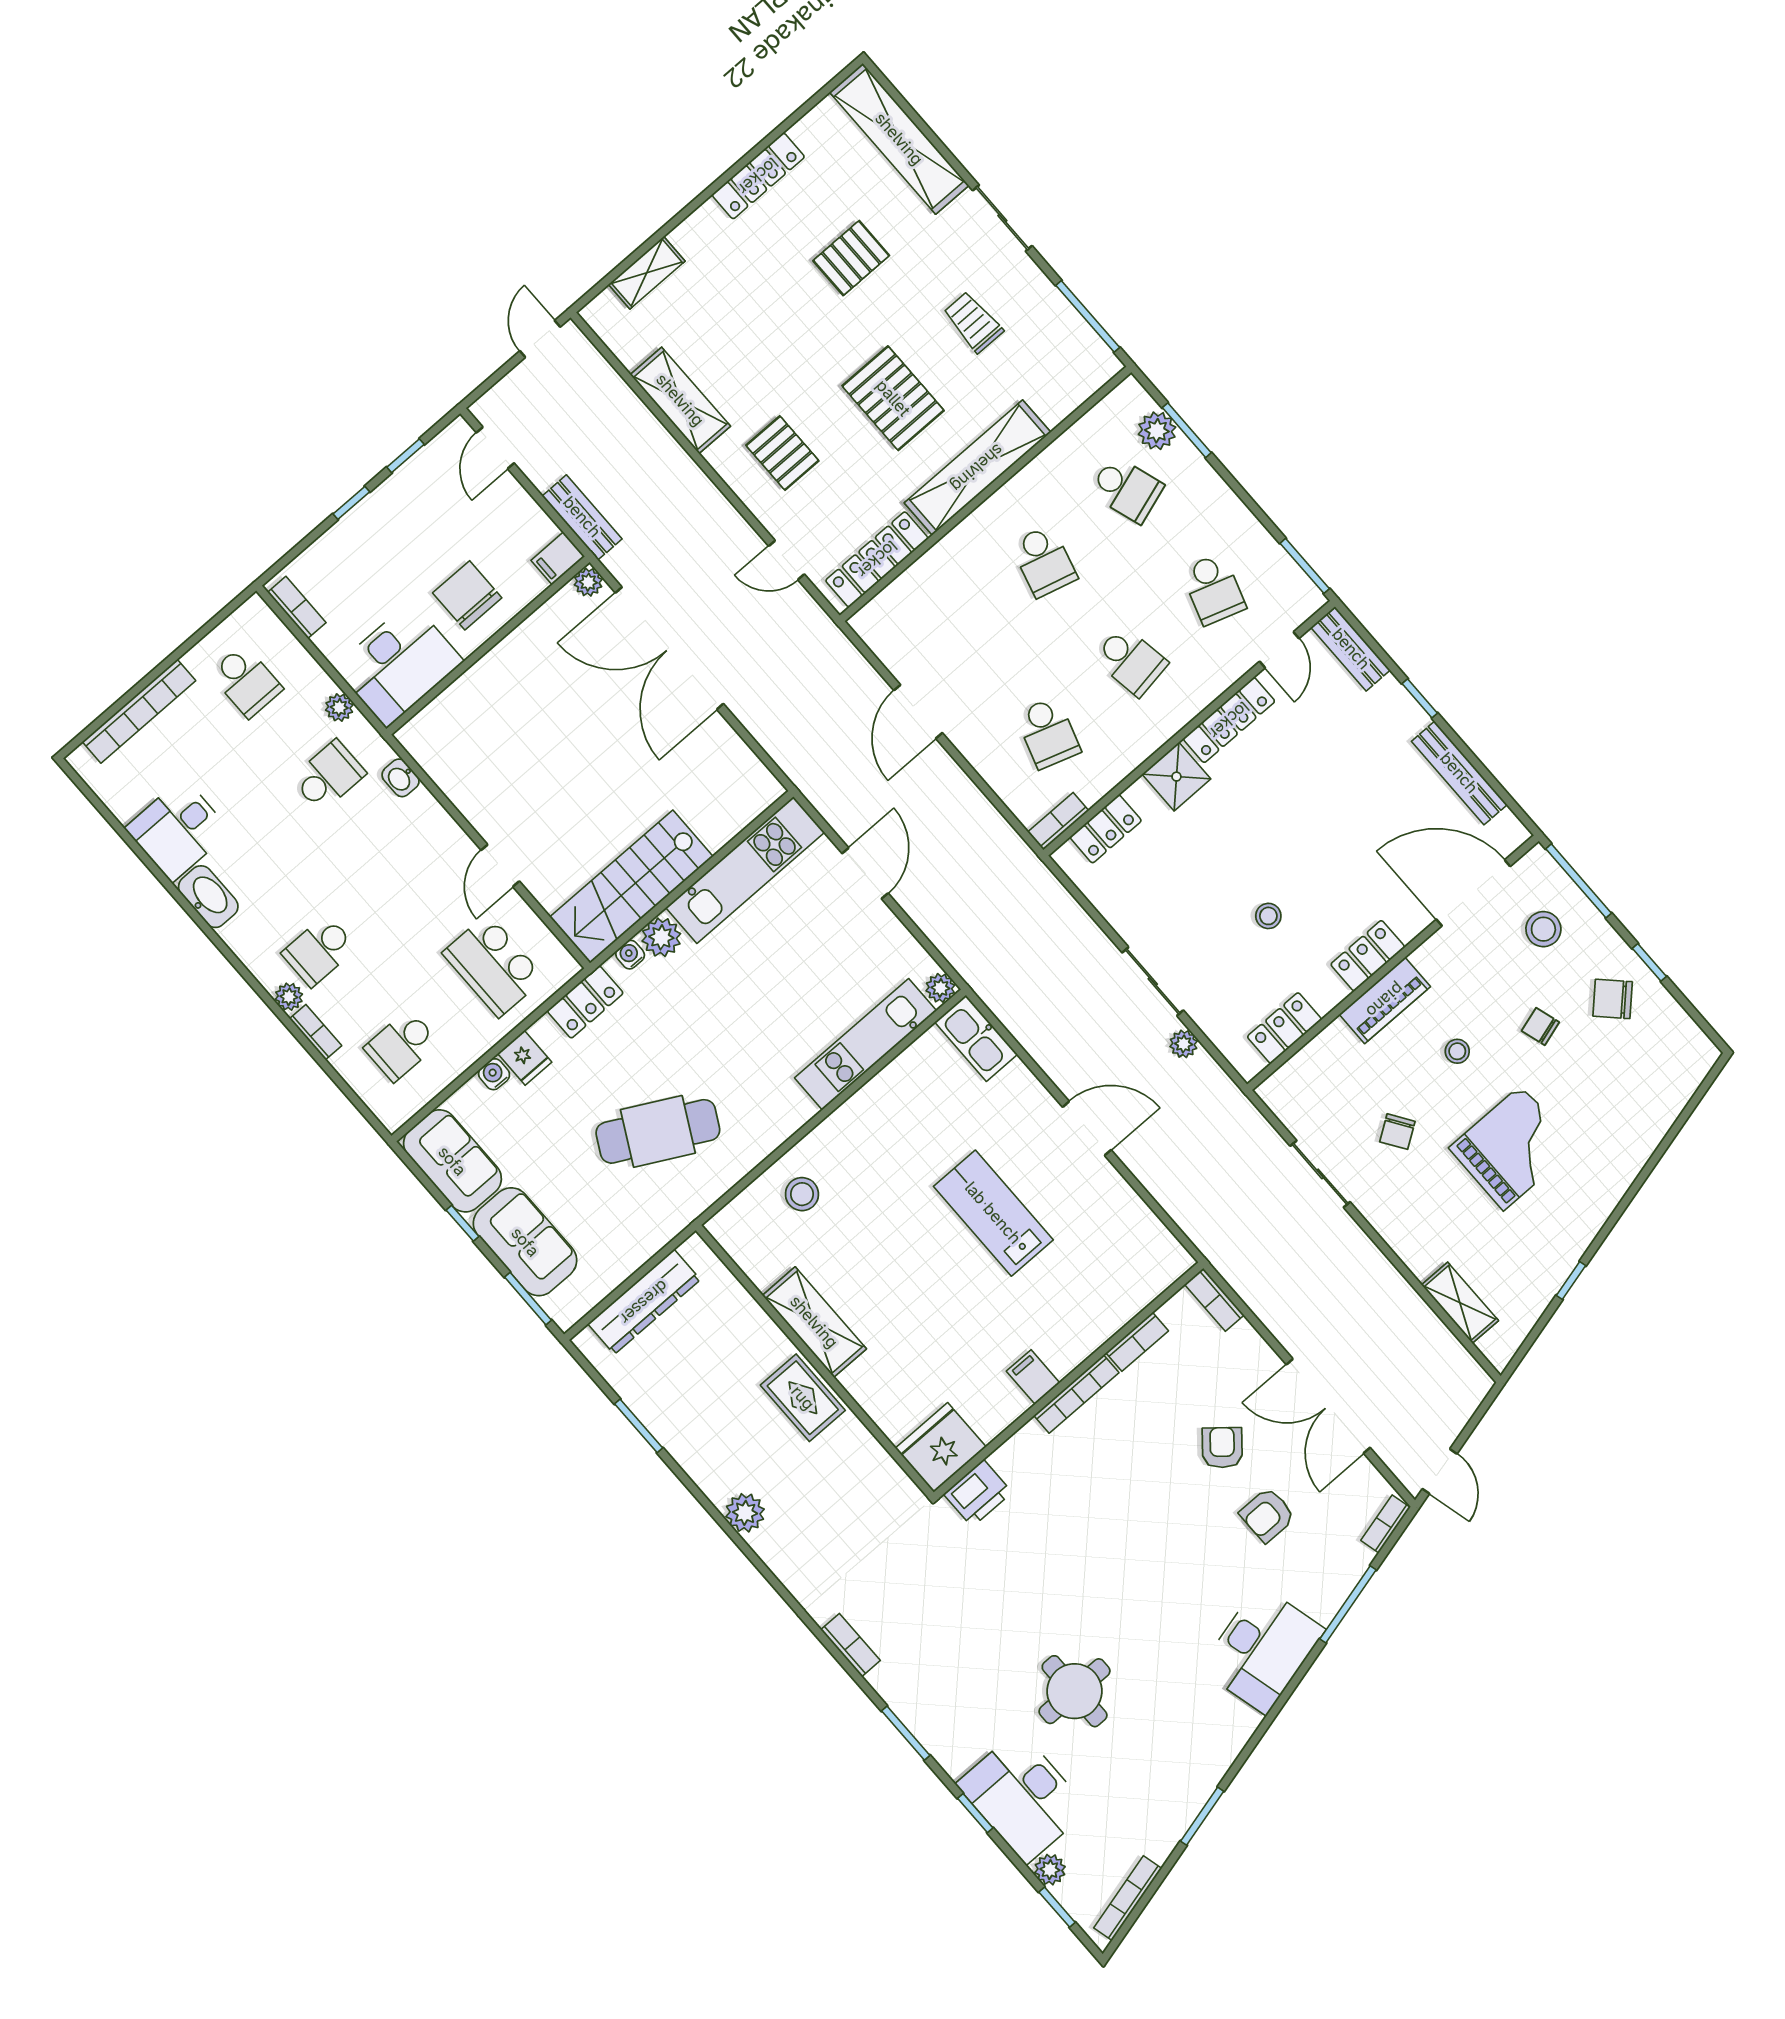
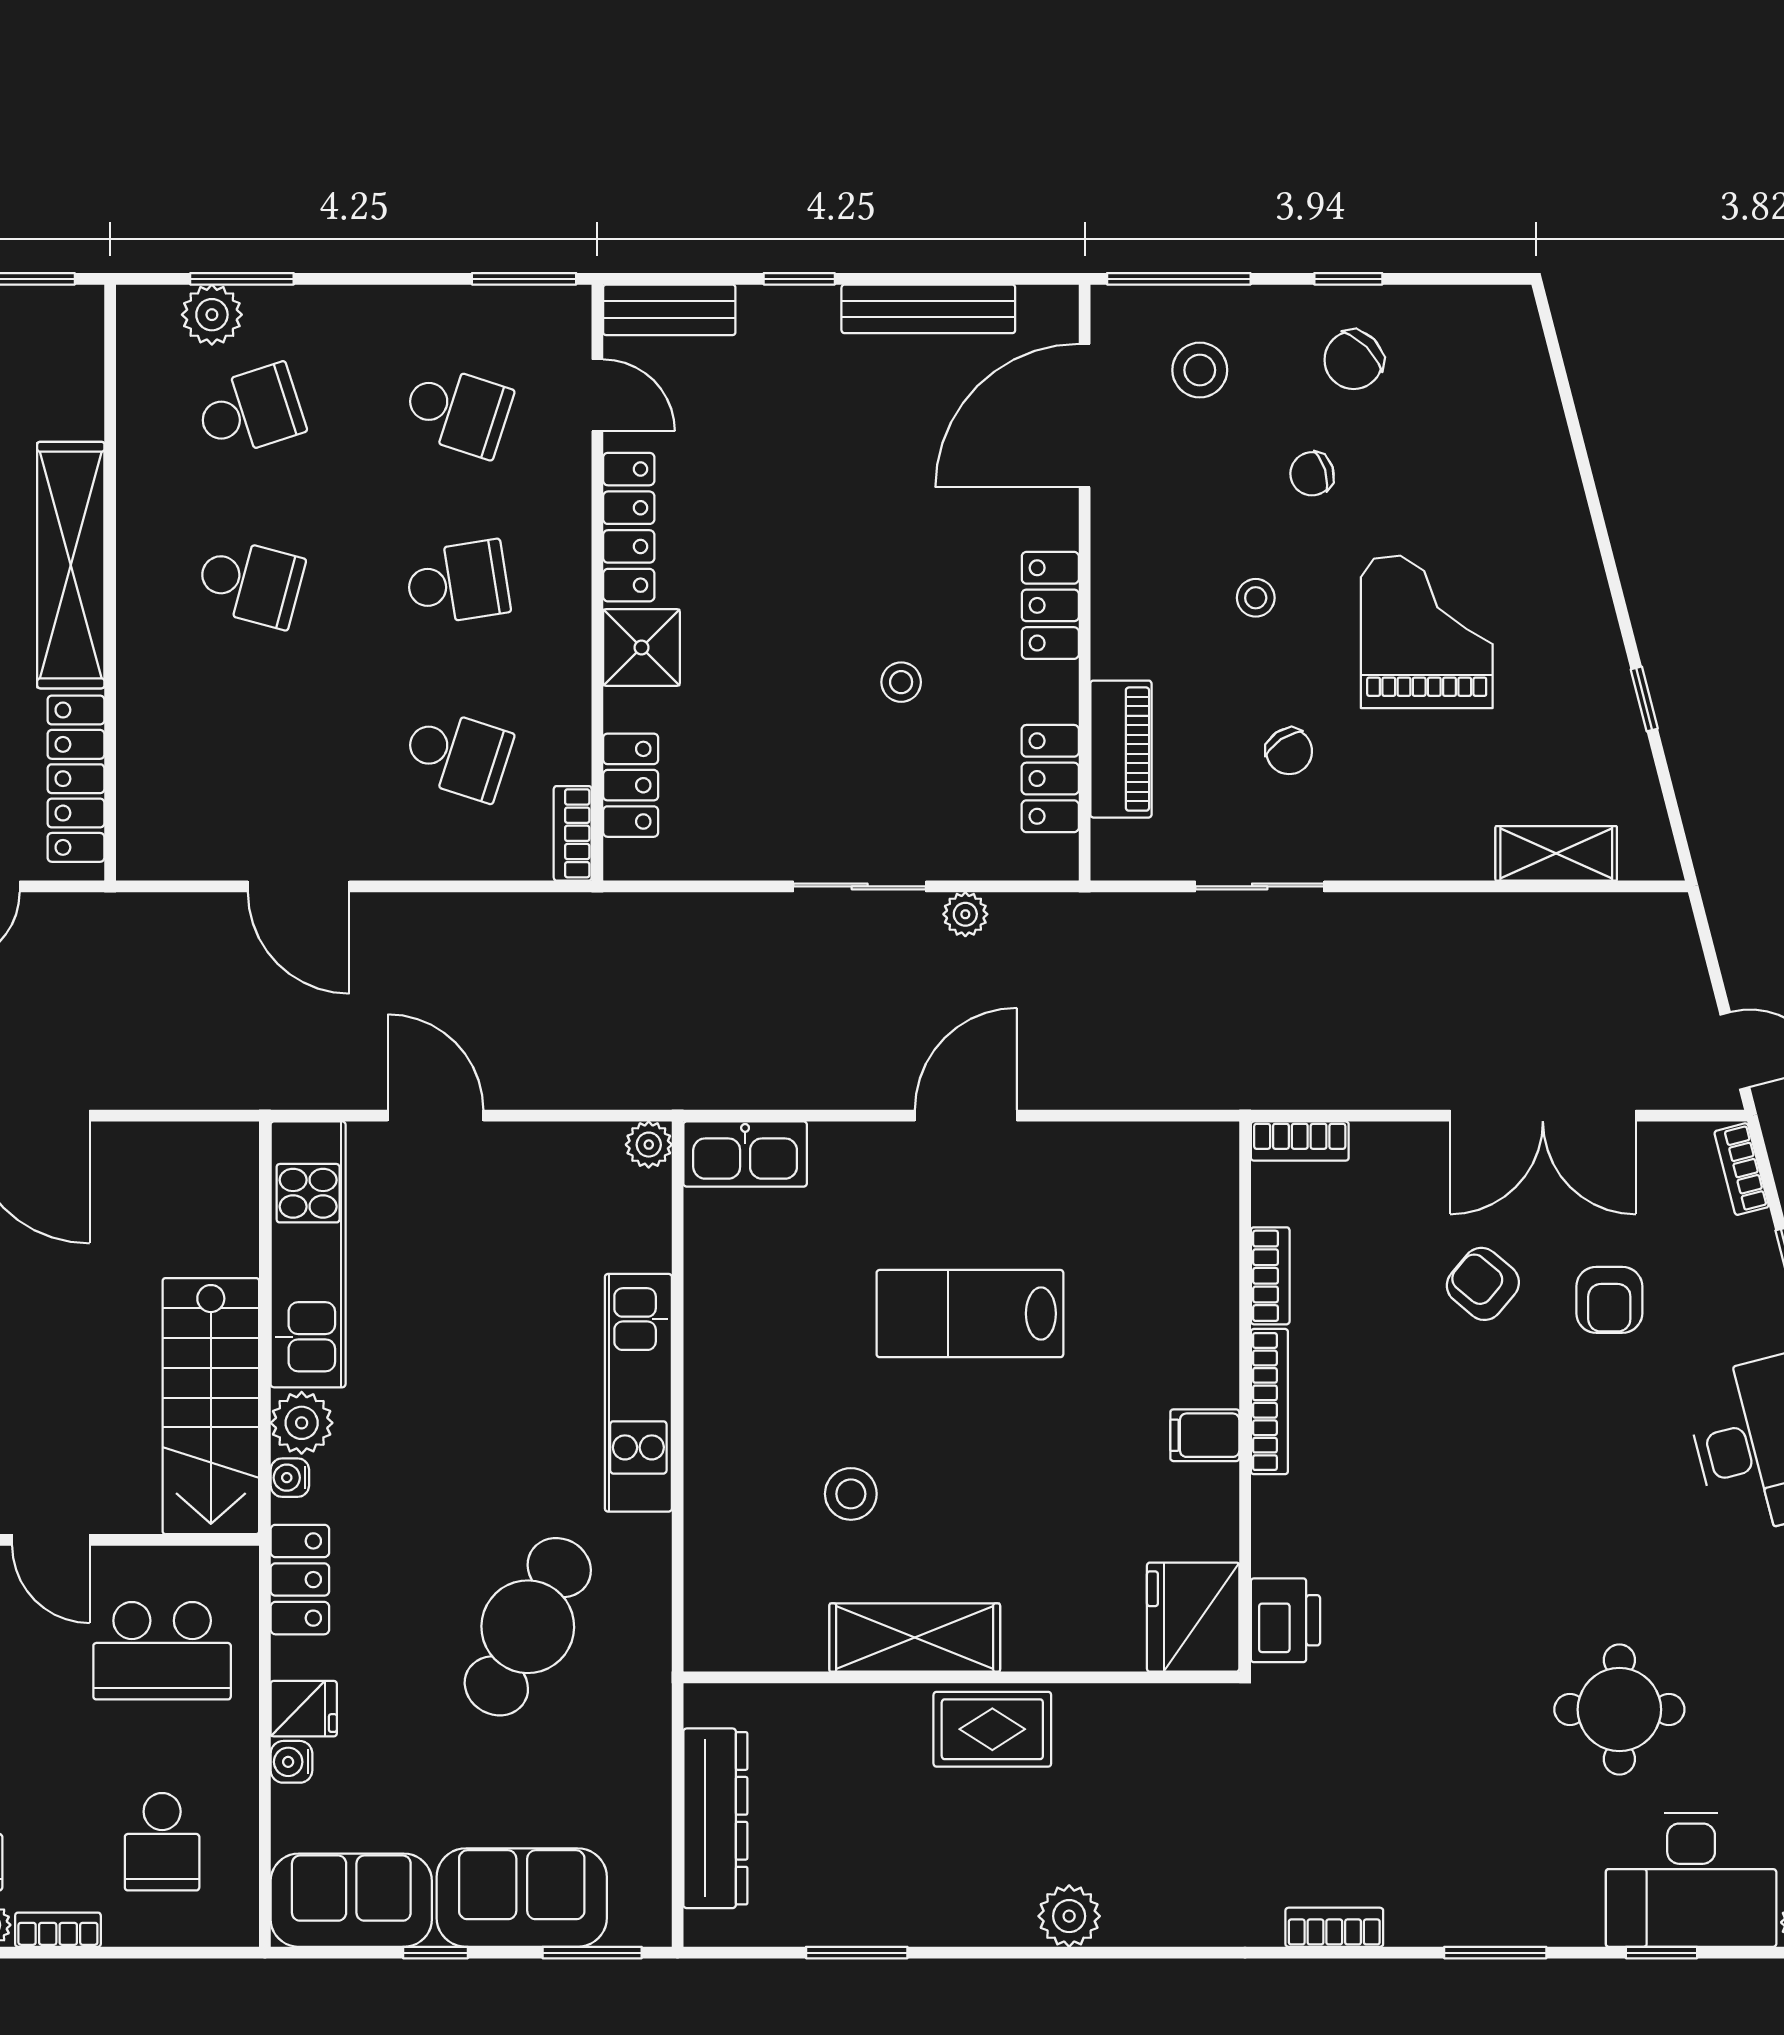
piano: (1385, 1000) -> (1121, 749), moved
kitchen unit: (866, 1044) -> (638, 1393), moved
stool: (802, 1194) -> (851, 1494), moved

